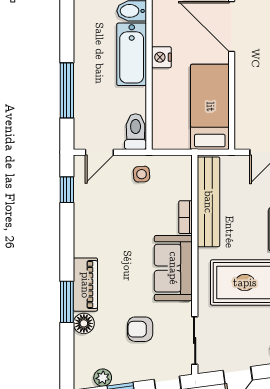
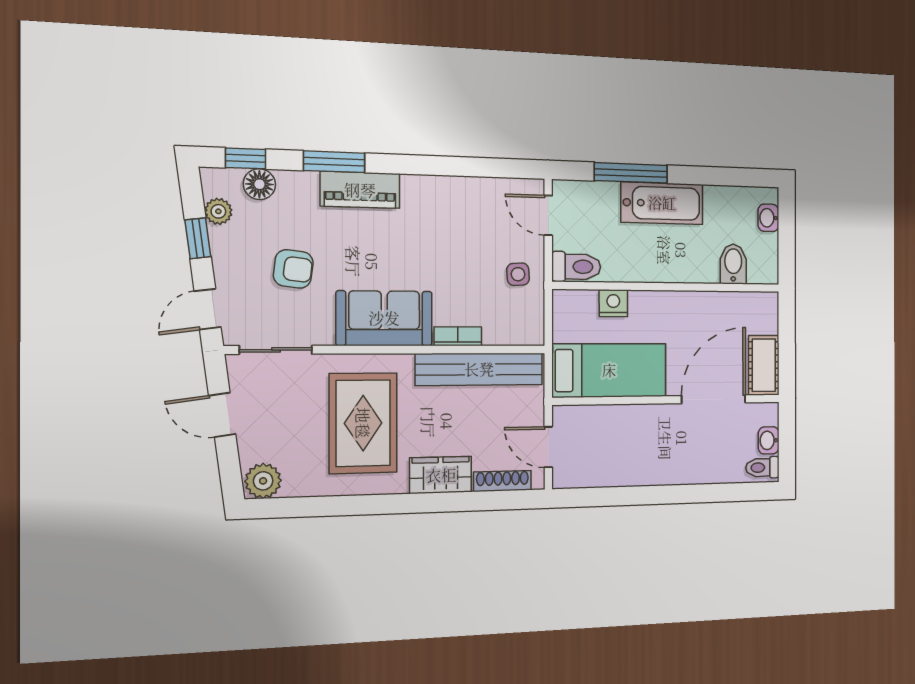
bathtub: (132, 54) -> (662, 203), moved, turned 180
nightstand: (161, 57) -> (613, 303), moved
window: (67, 190) -> (246, 158), moved
floor lamp: (84, 323) -> (259, 184), moved
armchair: (140, 329) -> (293, 269), turned 97

